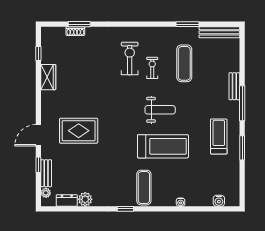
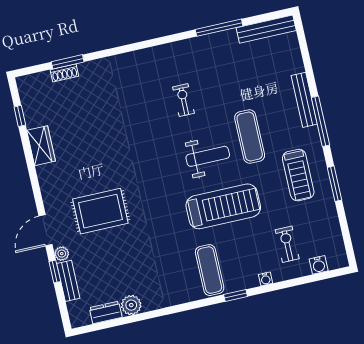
window: (187, 24) -> (219, 28), width x1.44
exercise bike: (130, 58) -> (287, 244), moved, width x0.73, depth x0.72
exercise mat: (184, 63) -> (250, 136), moved
bench: (234, 86) -> (304, 100), width x1.36
treadmill: (219, 136) -> (298, 175), turned 180
plant: (46, 193) -> (62, 254), moved
window: (125, 209) -> (236, 296), moved

